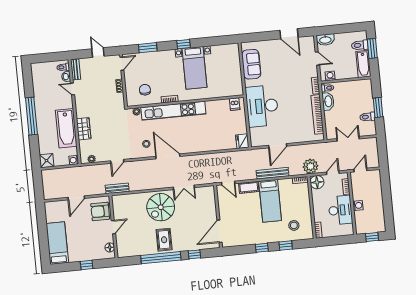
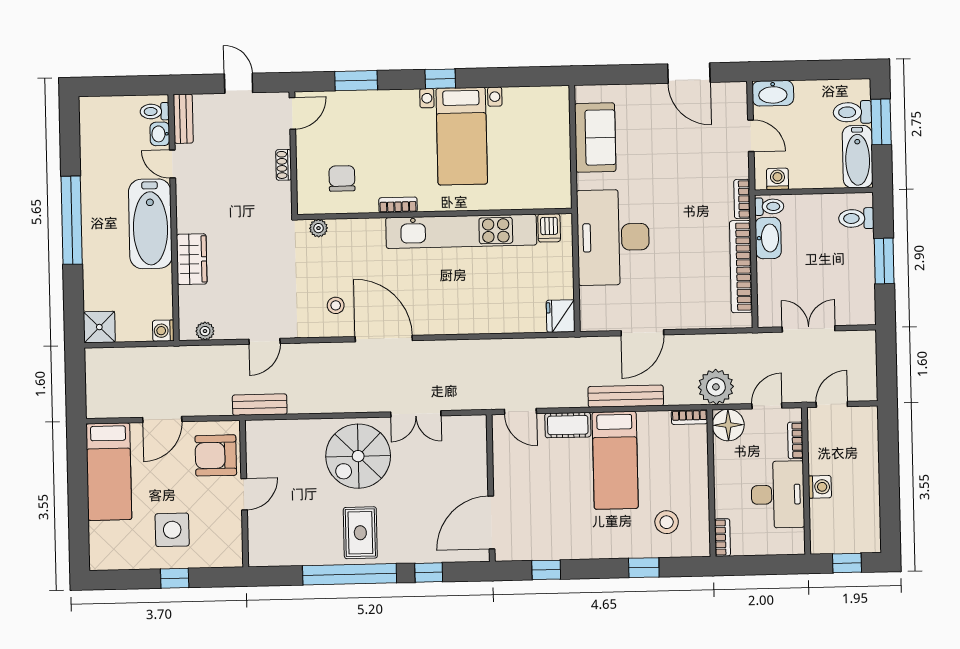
kitchen unit: (173, 111) -> (461, 231), moved
toilet: (367, 117) -> (856, 218), moved
bathtub: (66, 128) -> (150, 224), moved
bed: (57, 243) -> (109, 472), moved, turned 180
side table: (84, 244) -> (172, 530), added
floor lamp: (110, 247) -> (232, 541), removed
window: (262, 248) -> (546, 570), moved

